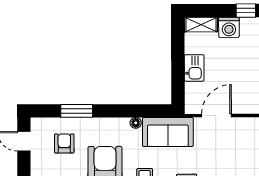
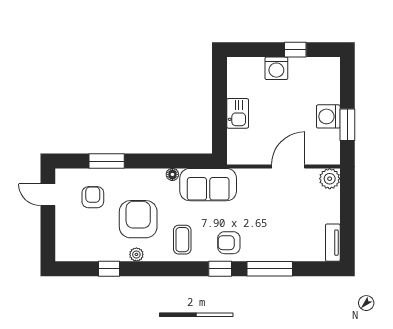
shelving: (201, 25) -> (245, 65), removed
door: (216, 116) -> (288, 166), moved

